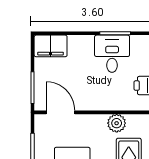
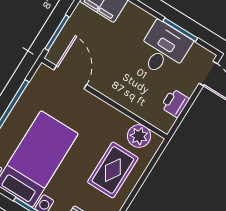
plant: (117, 123) -> (139, 136), moved

